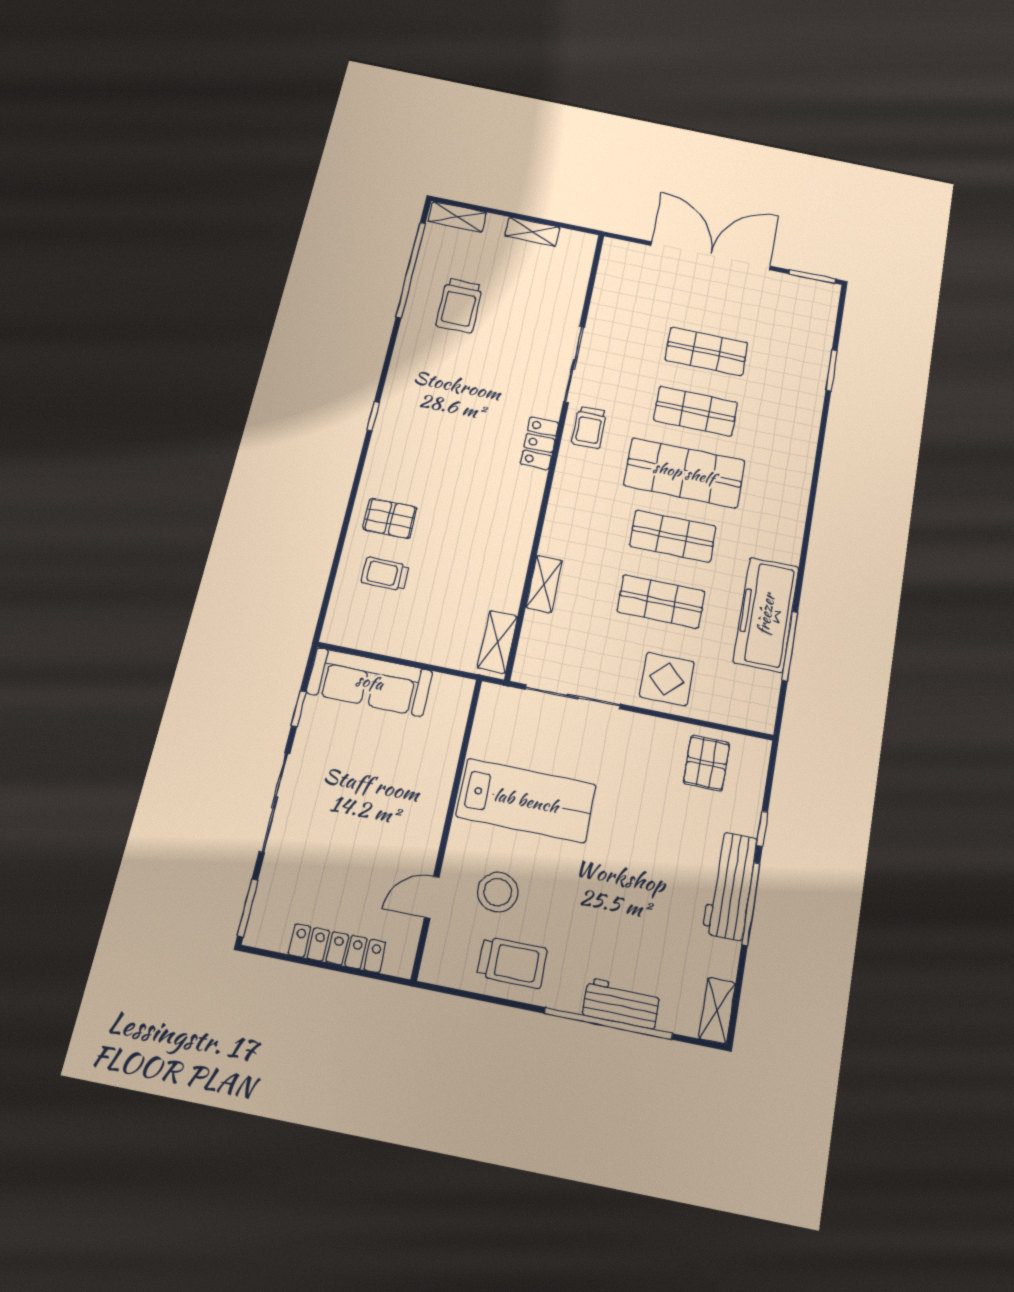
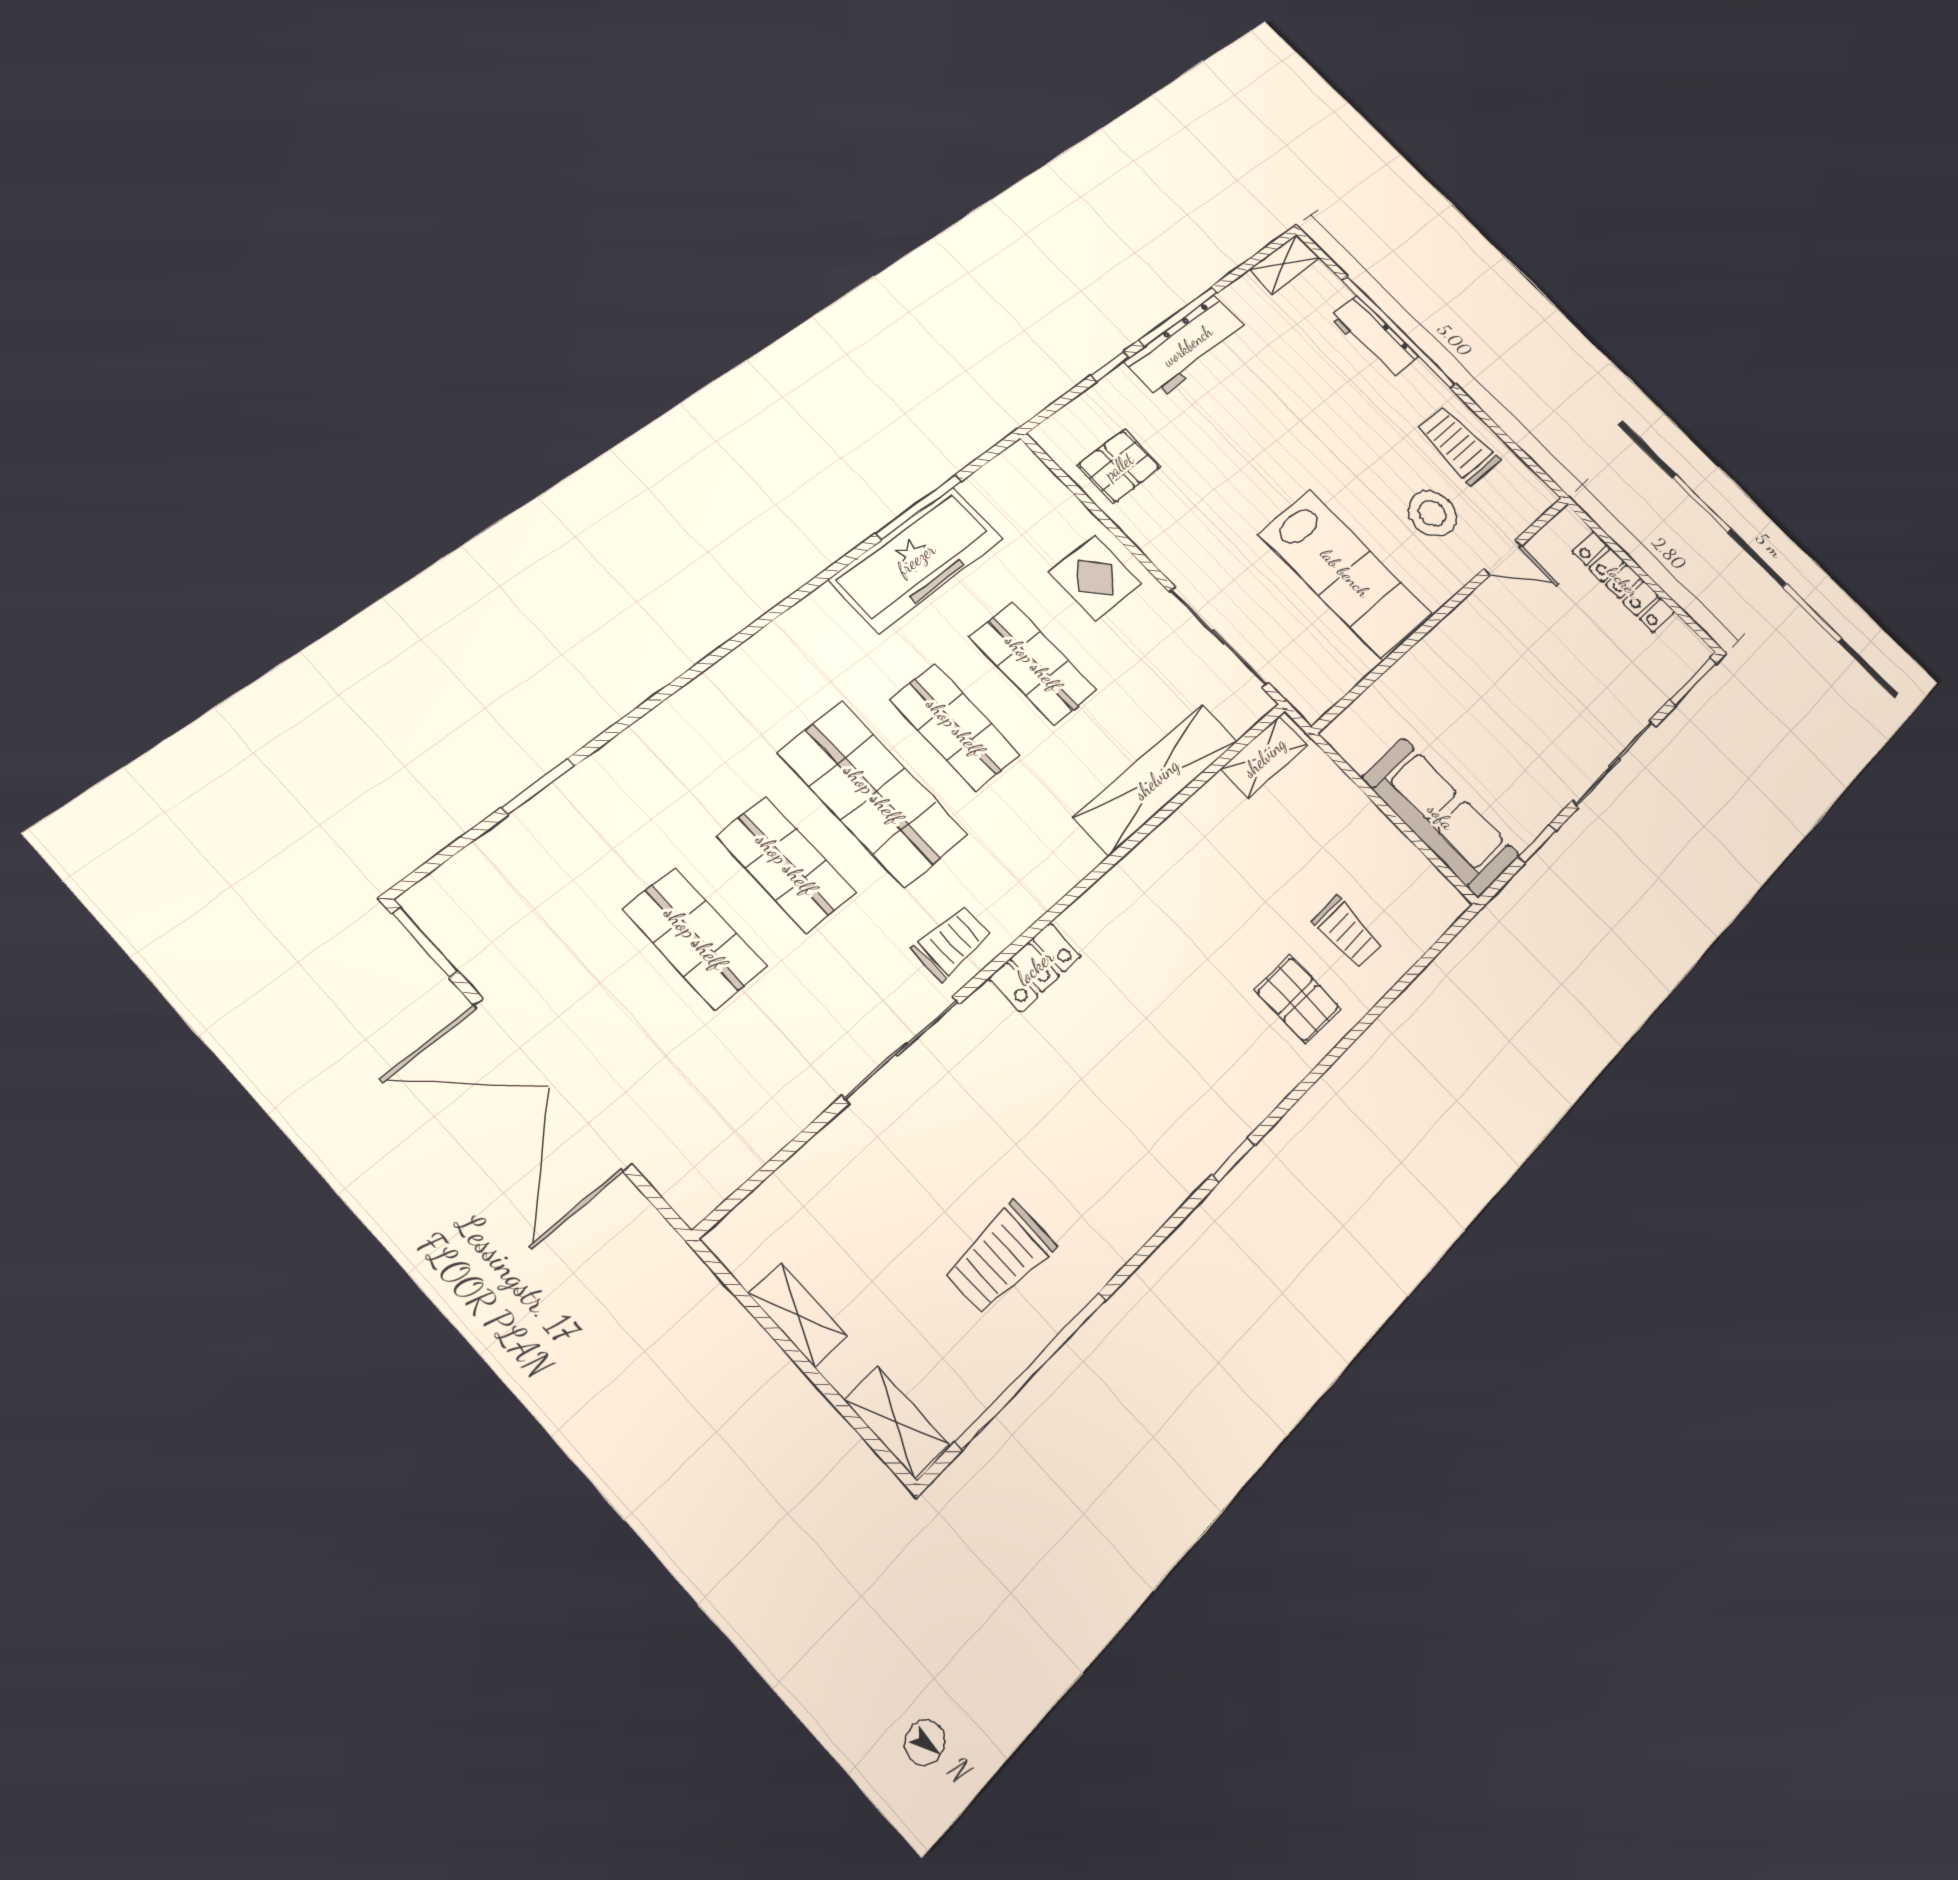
trolley: (459, 305) -> (1000, 1258), turned 180
shelving: (544, 584) -> (1156, 779), width x2.20, depth x1.33
lab bench: (526, 801) -> (1345, 573), turned 180

